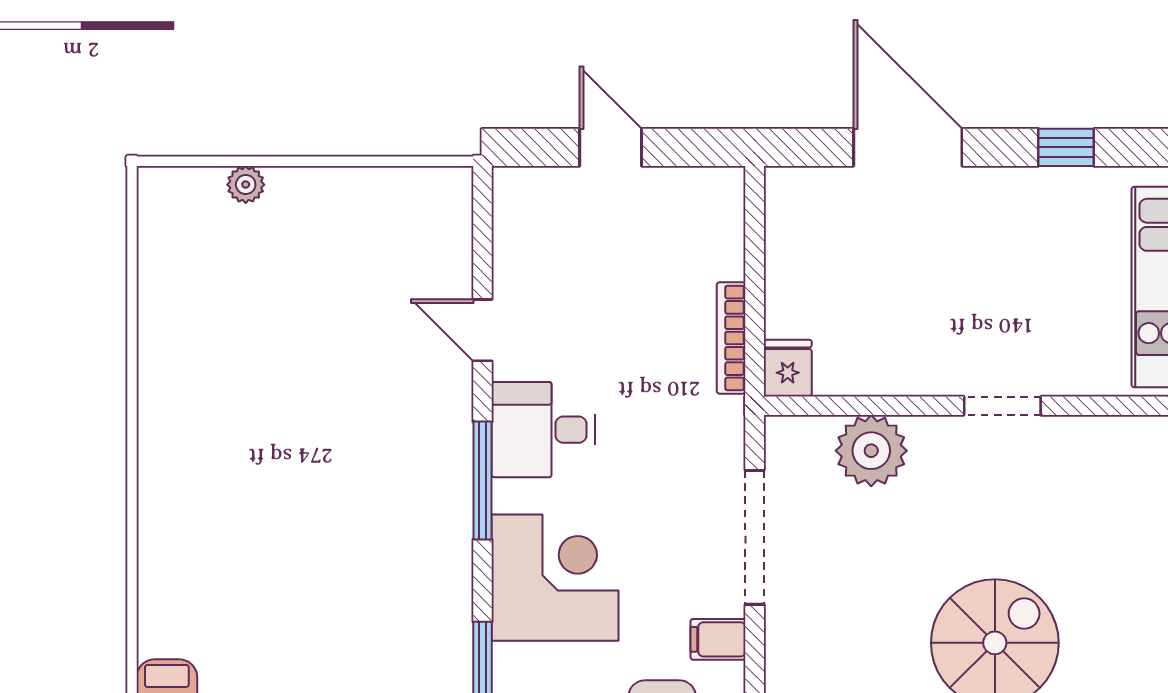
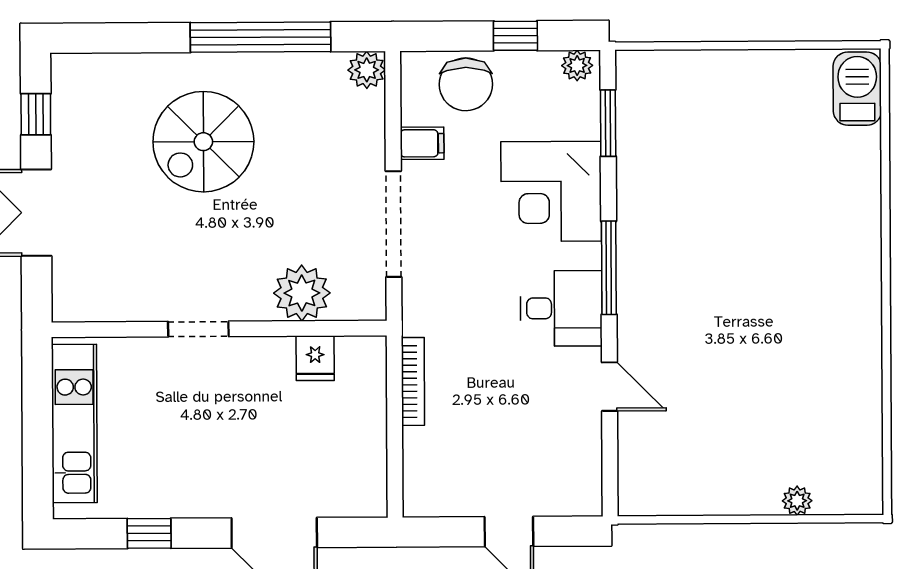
fridge: (788, 368) -> (315, 358), moved

